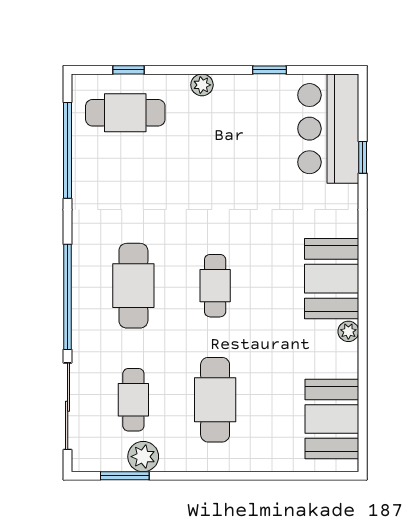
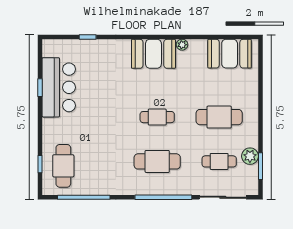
plant: (202, 85) -> (48, 124), removed
bar counter: (328, 129) -> (59, 87), moved, turned -90

